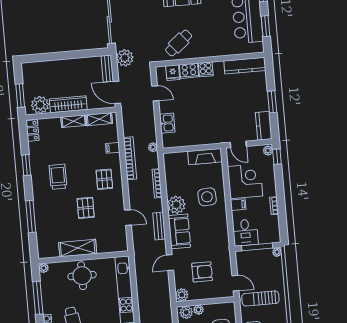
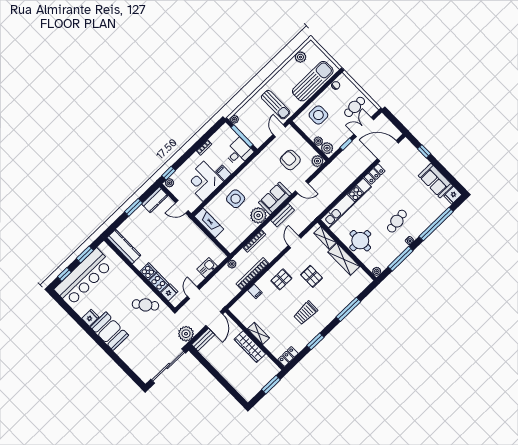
plant: (40, 105) -> (266, 366), removed
shelving: (99, 119) -> (325, 238), moved
door: (238, 144) -> (182, 207), swing flipped
pallet: (86, 208) -> (312, 276), turned 90

